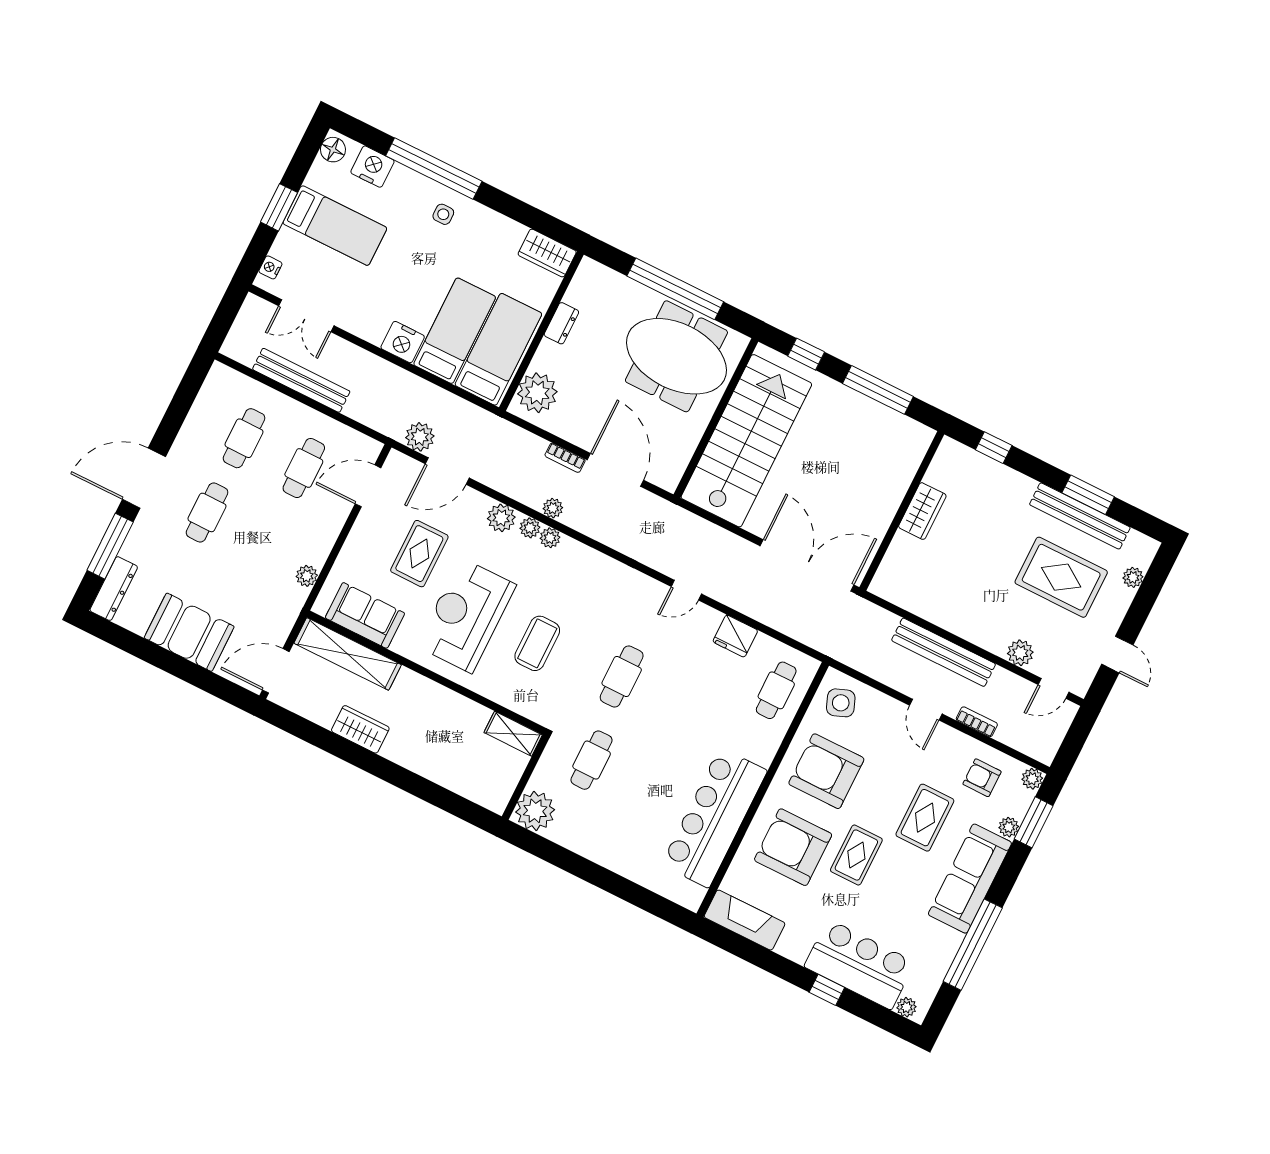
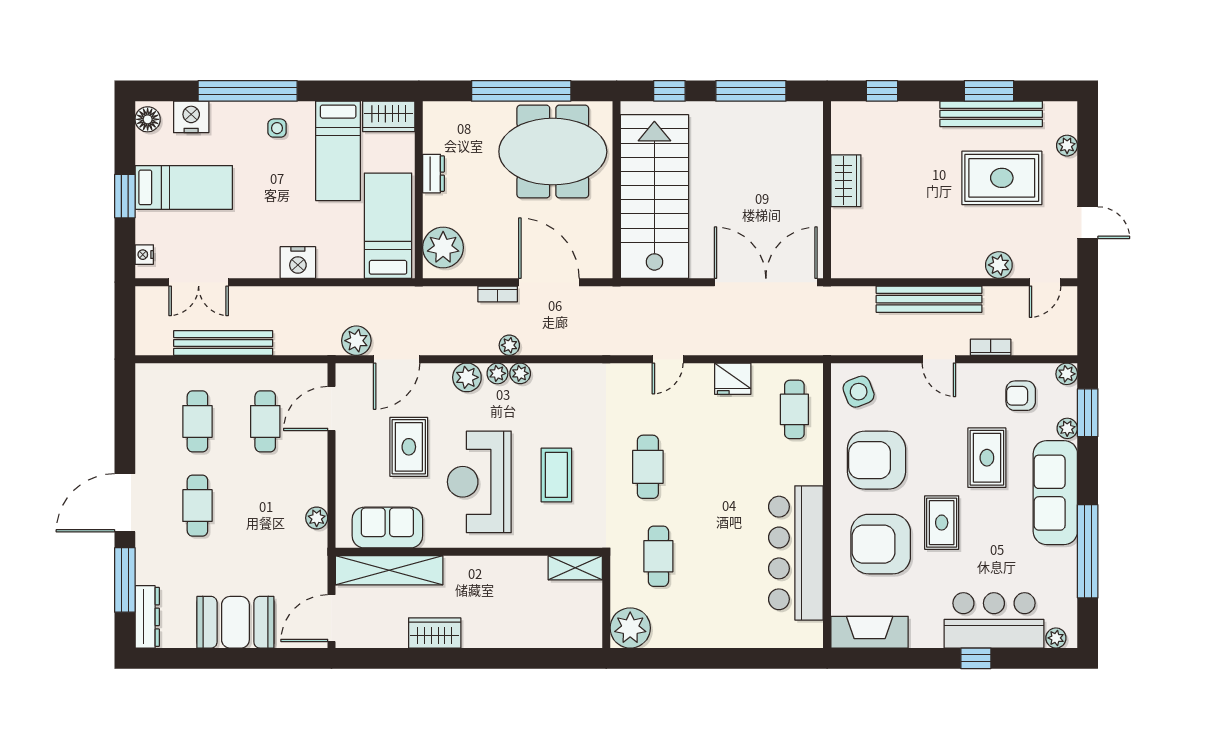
bed: (455, 331) -> (338, 151), moved, turned 180

